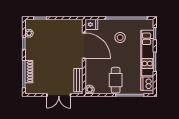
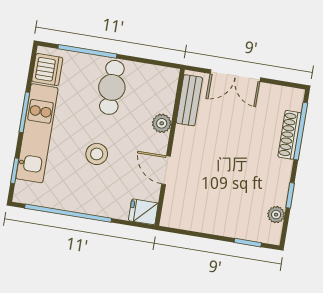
stool: (120, 37) -> (97, 154), moved
door: (84, 46) -> (166, 170), width x0.53
plant: (90, 90) -> (162, 123), moved
double door: (59, 95) -> (235, 76), swing flipped

